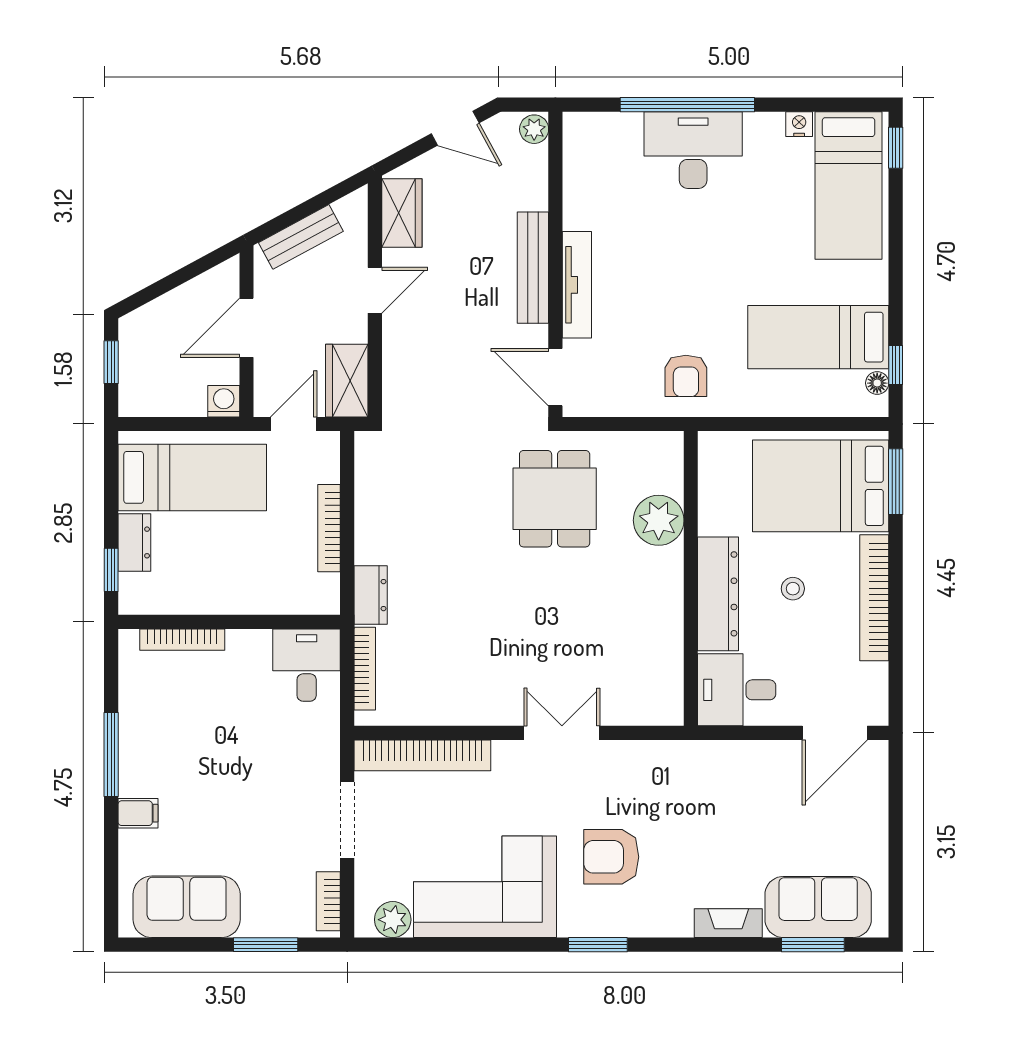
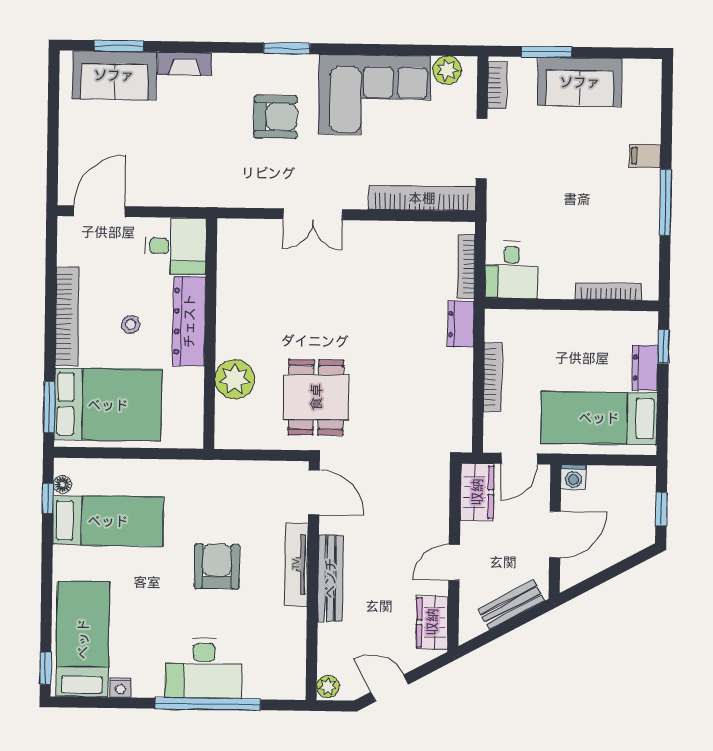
armchair: (686, 376) -> (217, 566), moved, width x1.38, depth x1.38
sofa: (187, 907) -> (580, 82), moved

